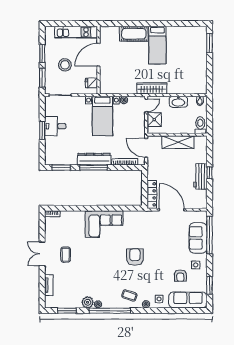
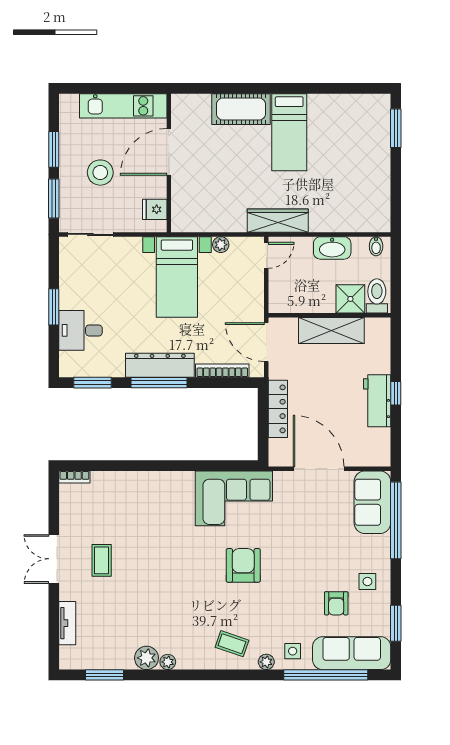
shower: (154, 120) -> (350, 299), moved
desk: (55, 126) -> (81, 330), moved
locker: (152, 194) -> (278, 409), moved
corner sofa: (104, 224) -> (234, 498), moved
sofa: (198, 238) -> (372, 502), moved
window: (110, 311) -> (326, 675), moved

